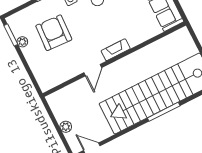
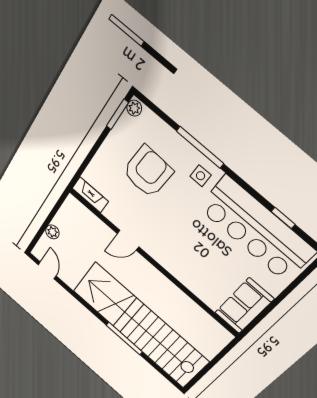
plant: (22, 42) -> (134, 108), moved
fireplace: (116, 50) -> (90, 195), moved

